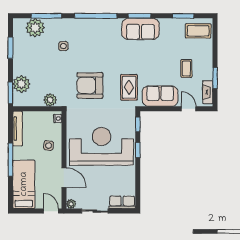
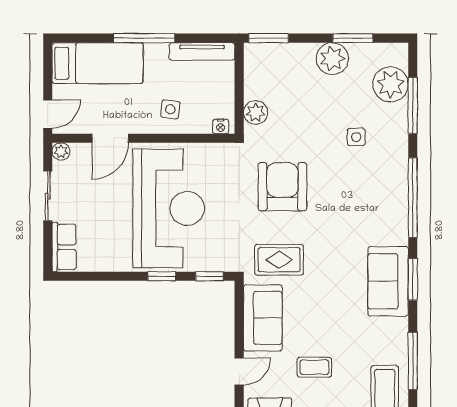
window: (183, 16) -> (413, 361), width x1.44
plant: (21, 84) -> (332, 59), moved

